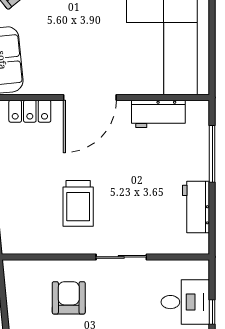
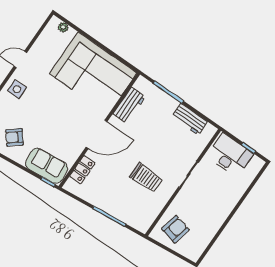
door: (90, 97) -> (97, 134), hinge flipped
armchair: (69, 298) -> (175, 229), moved, turned 103
desk: (185, 302) -> (230, 155), width x1.37

